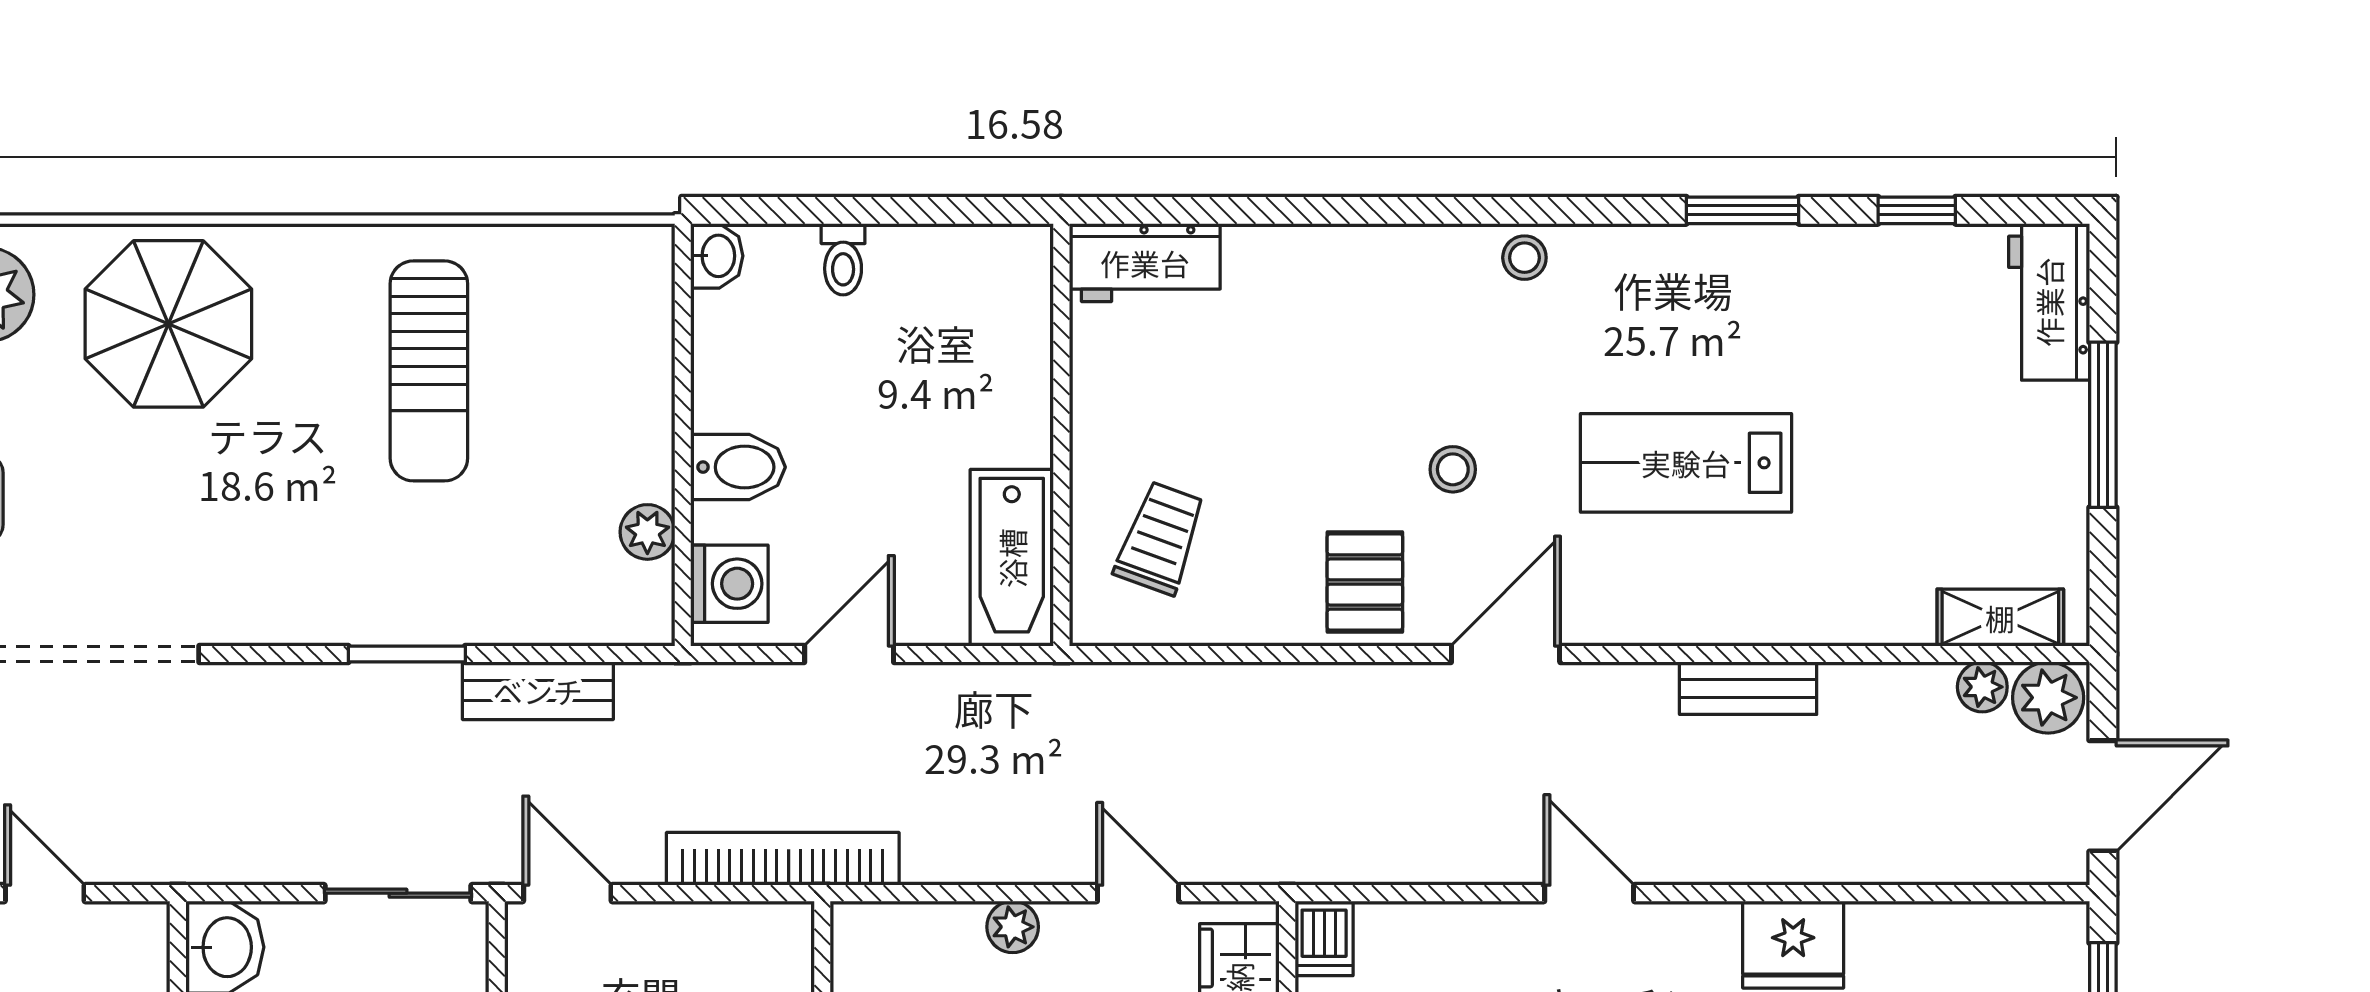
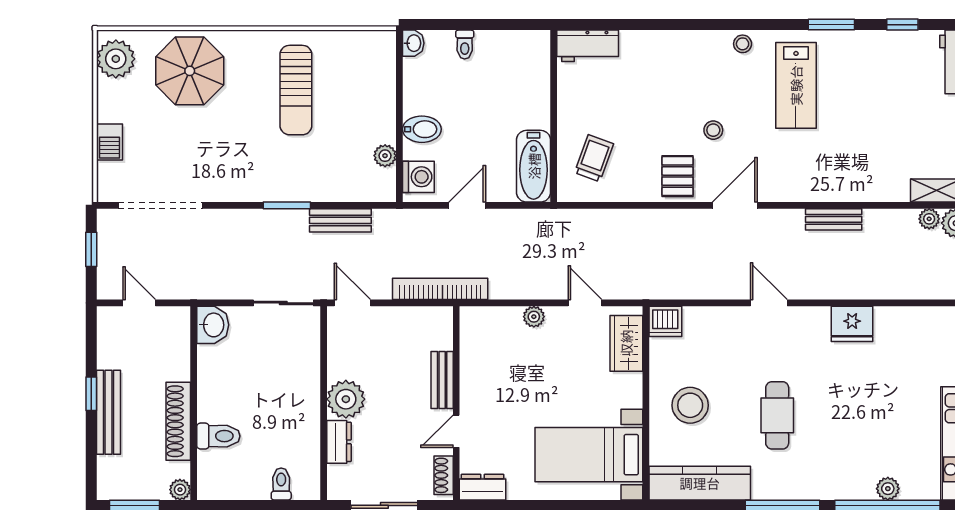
lab bench: (1686, 463) -> (796, 85), moved, turned -90
dishwasher: (1324, 938) -> (665, 321), width x1.38

